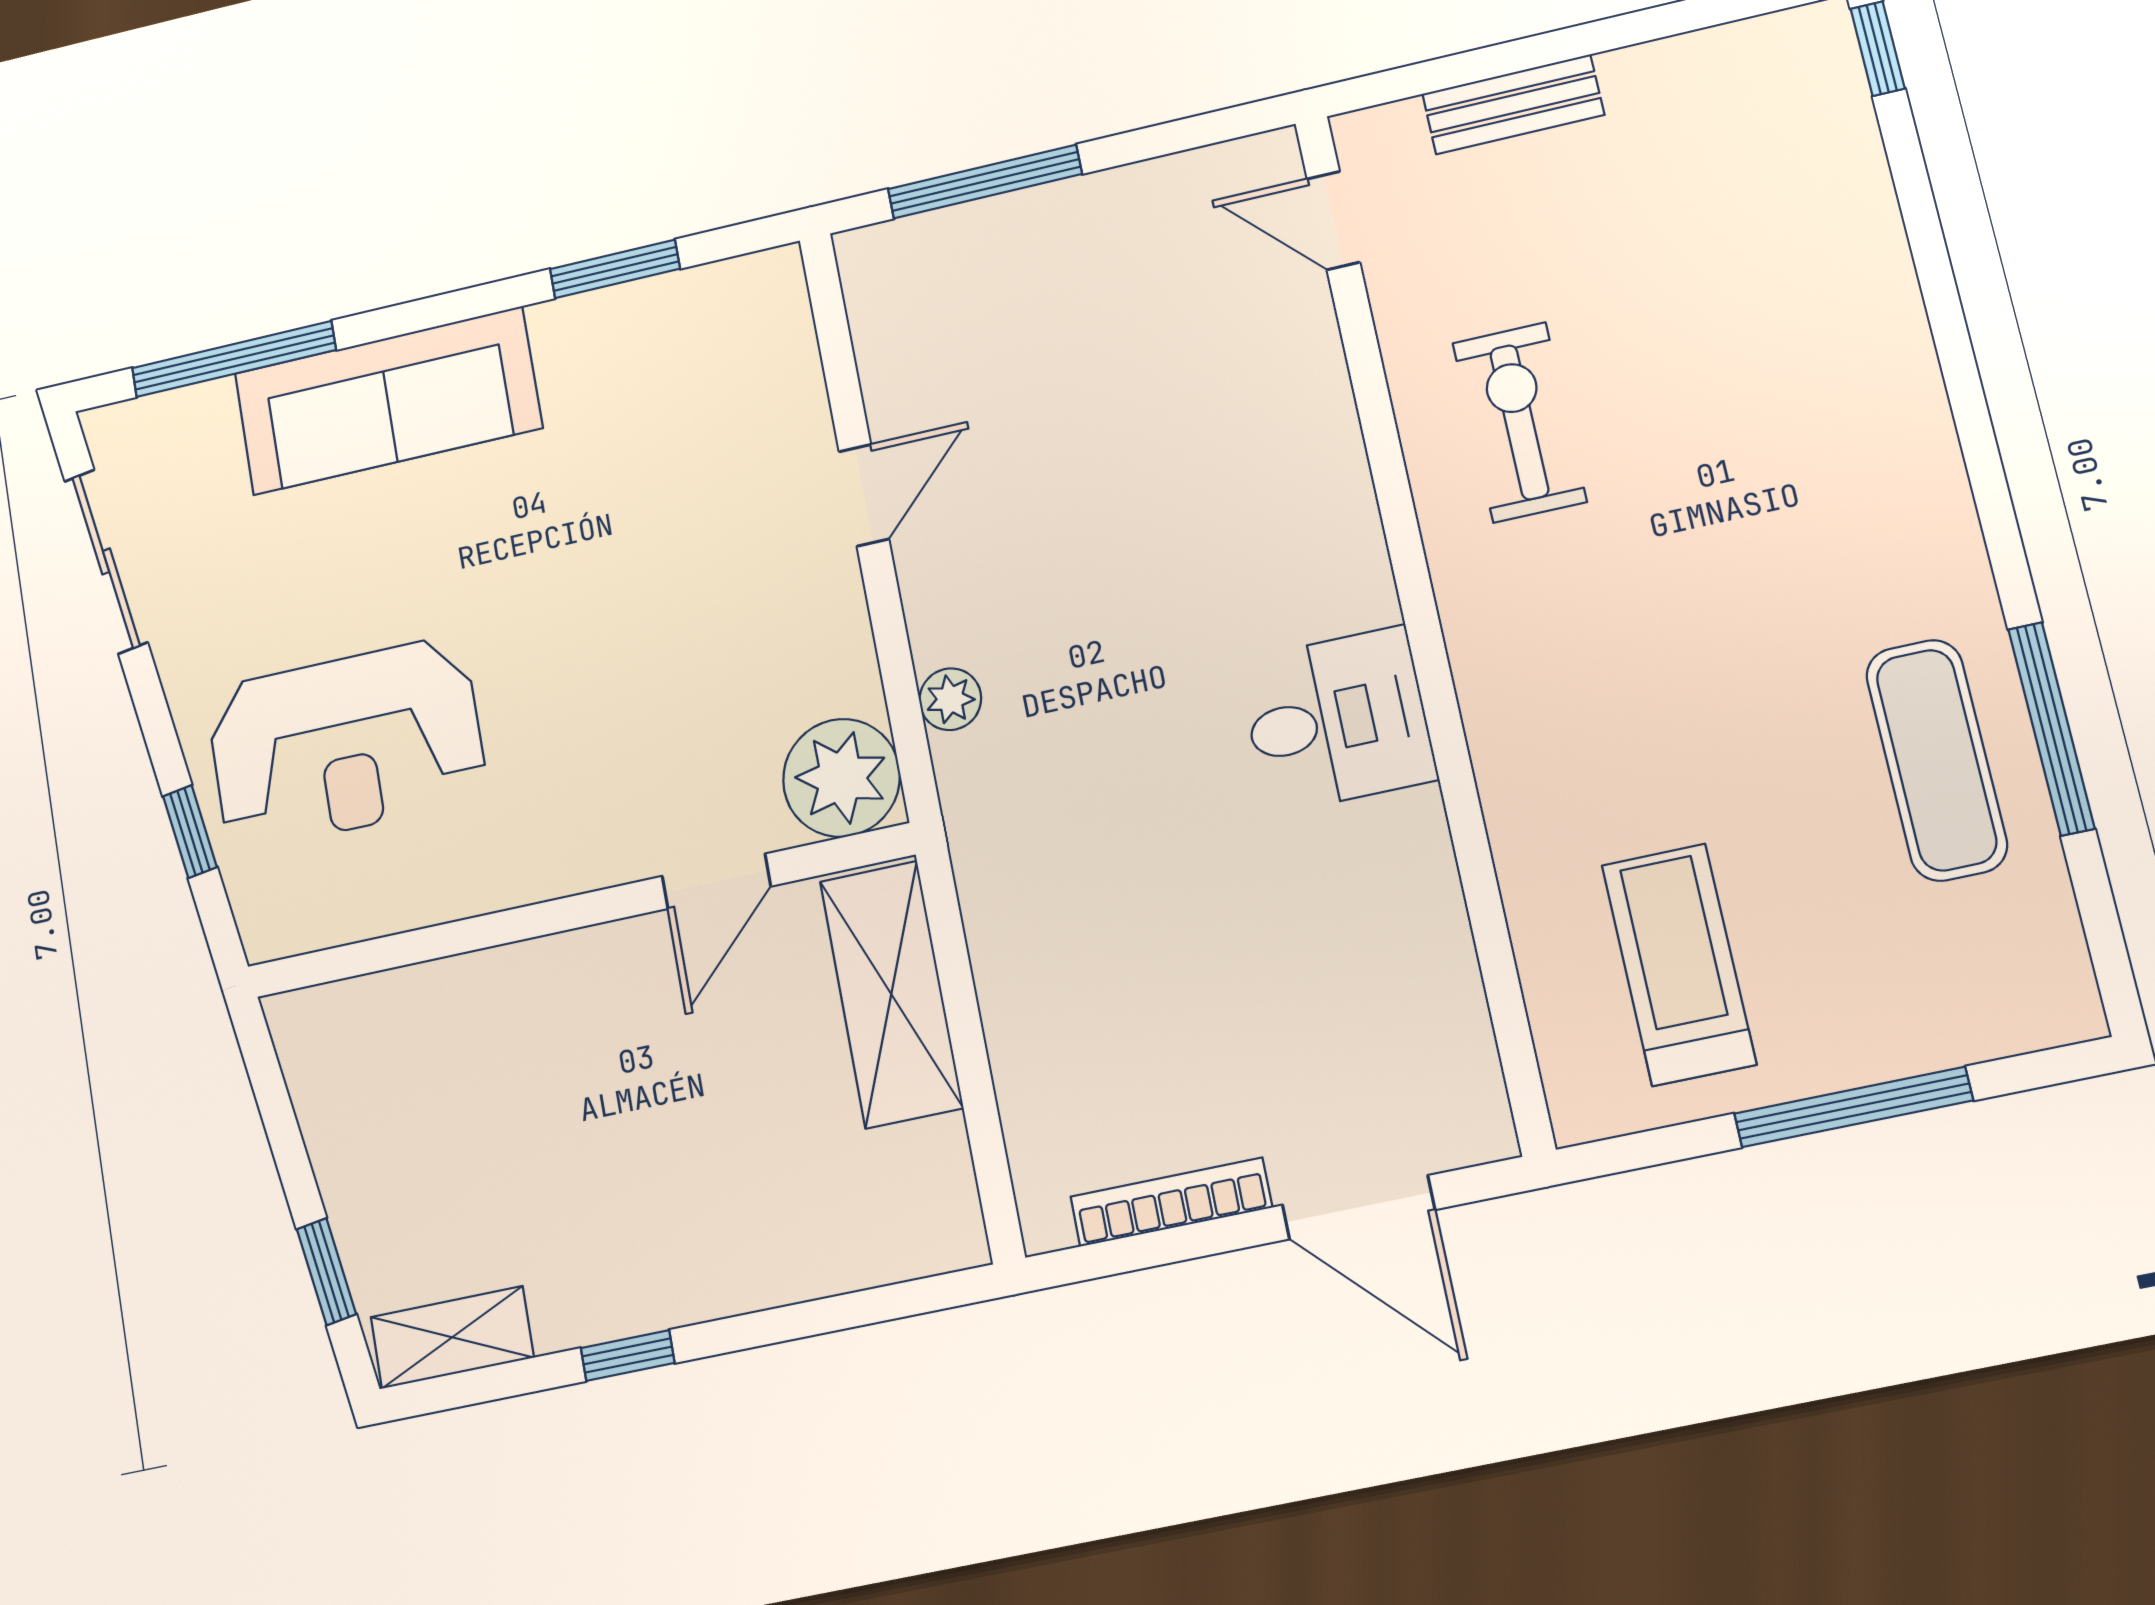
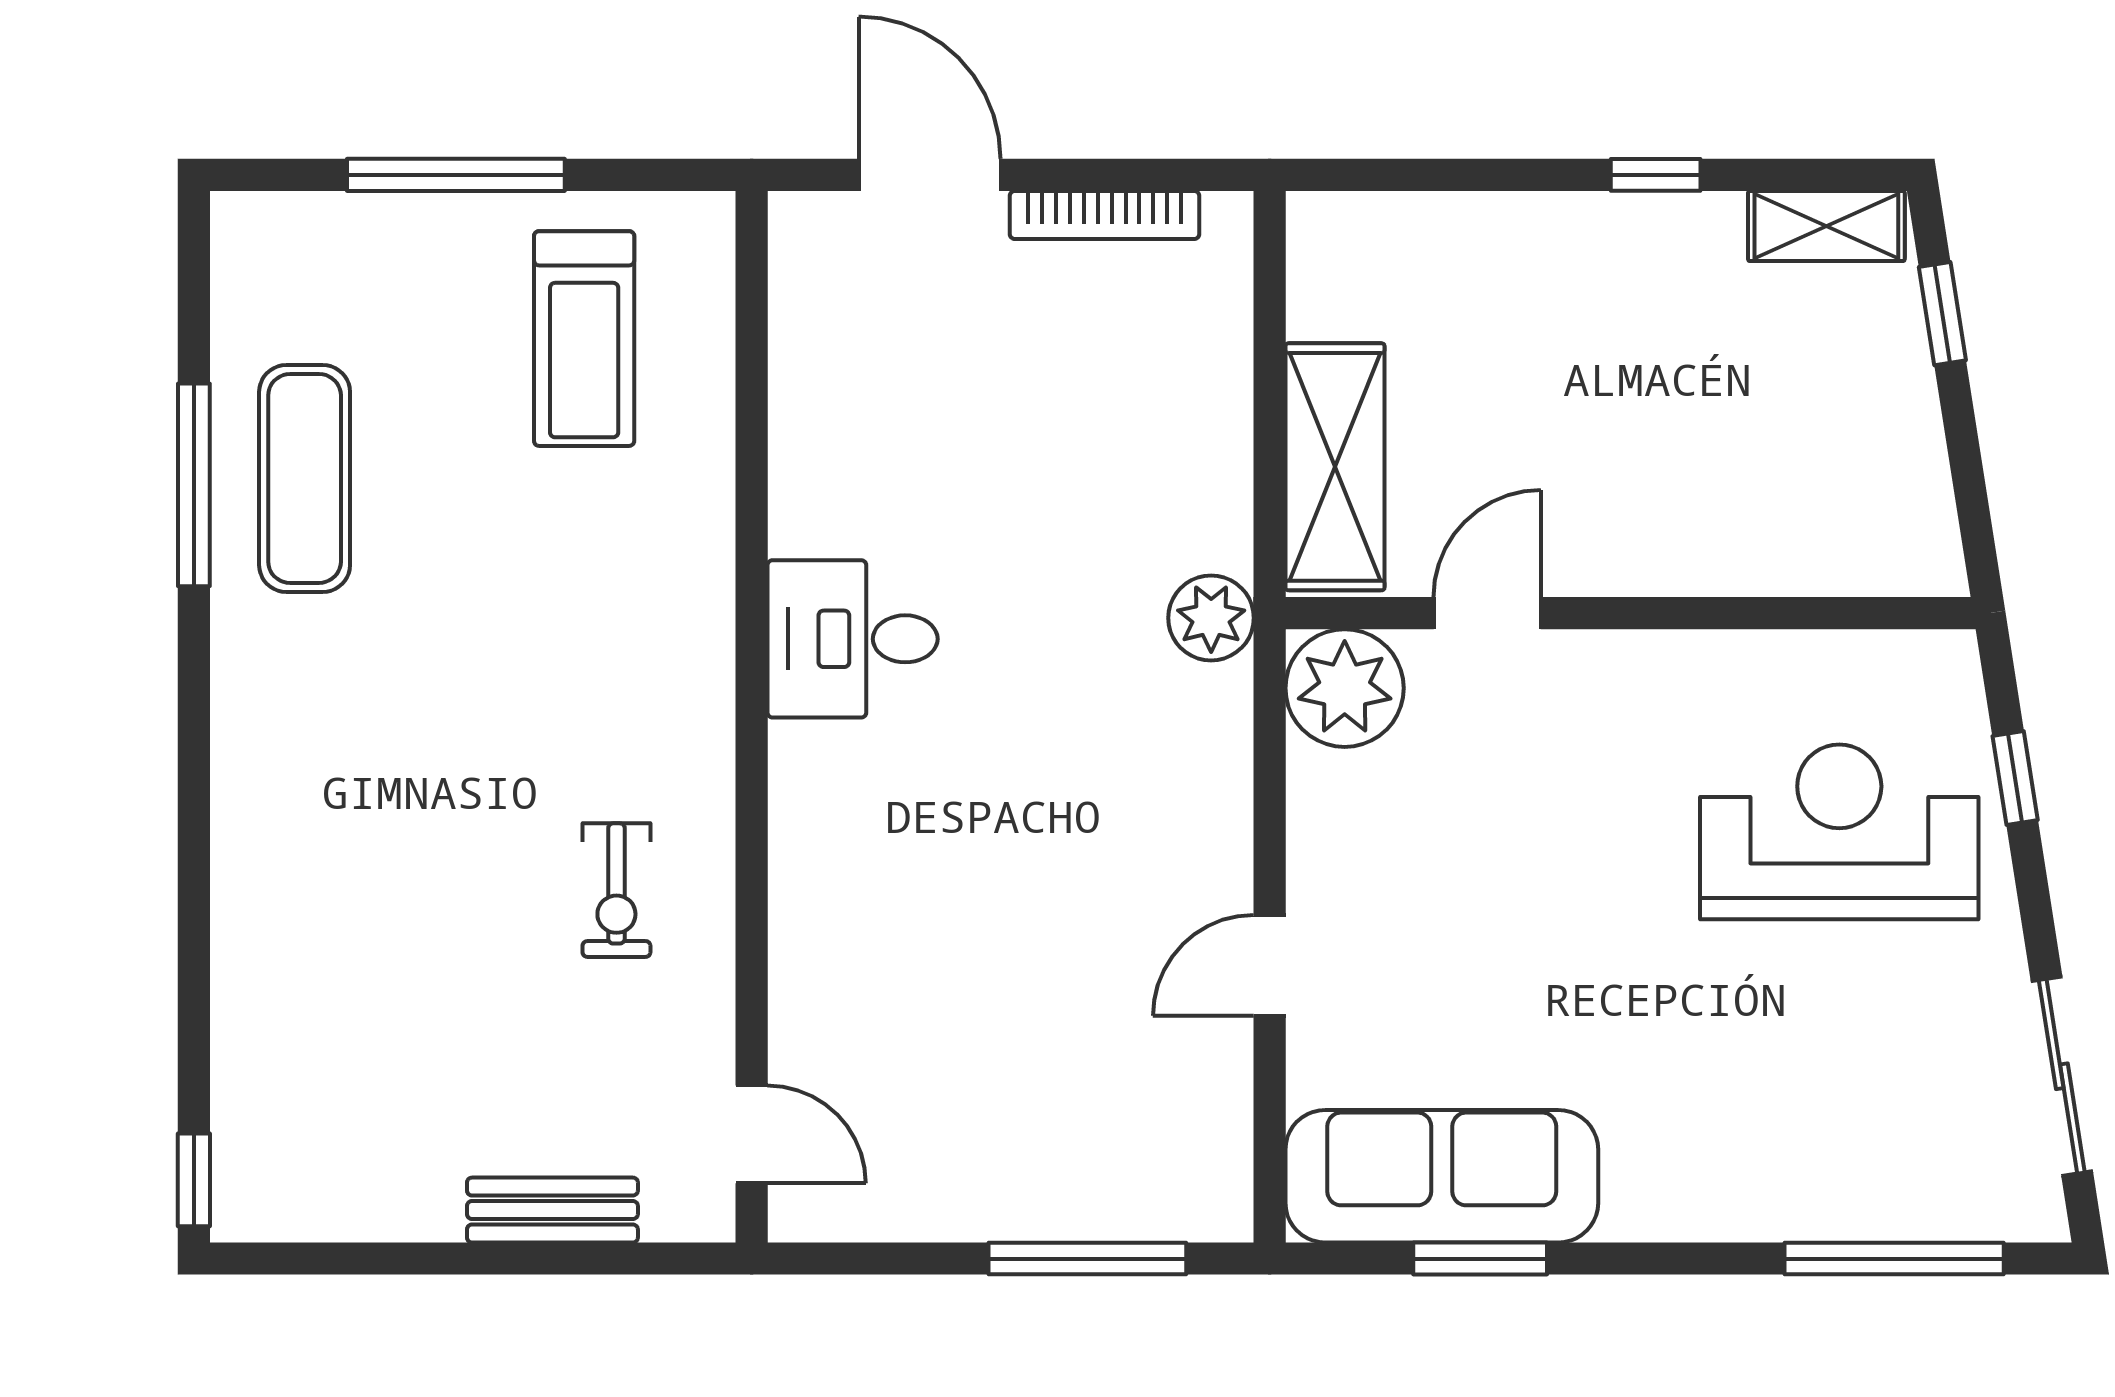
sofa: (388, 401) -> (1442, 1176), moved
exercise bike: (1519, 422) -> (616, 890), width x0.73, depth x0.72
plant: (950, 699) -> (1211, 618), moved, width x1.38, depth x1.38

